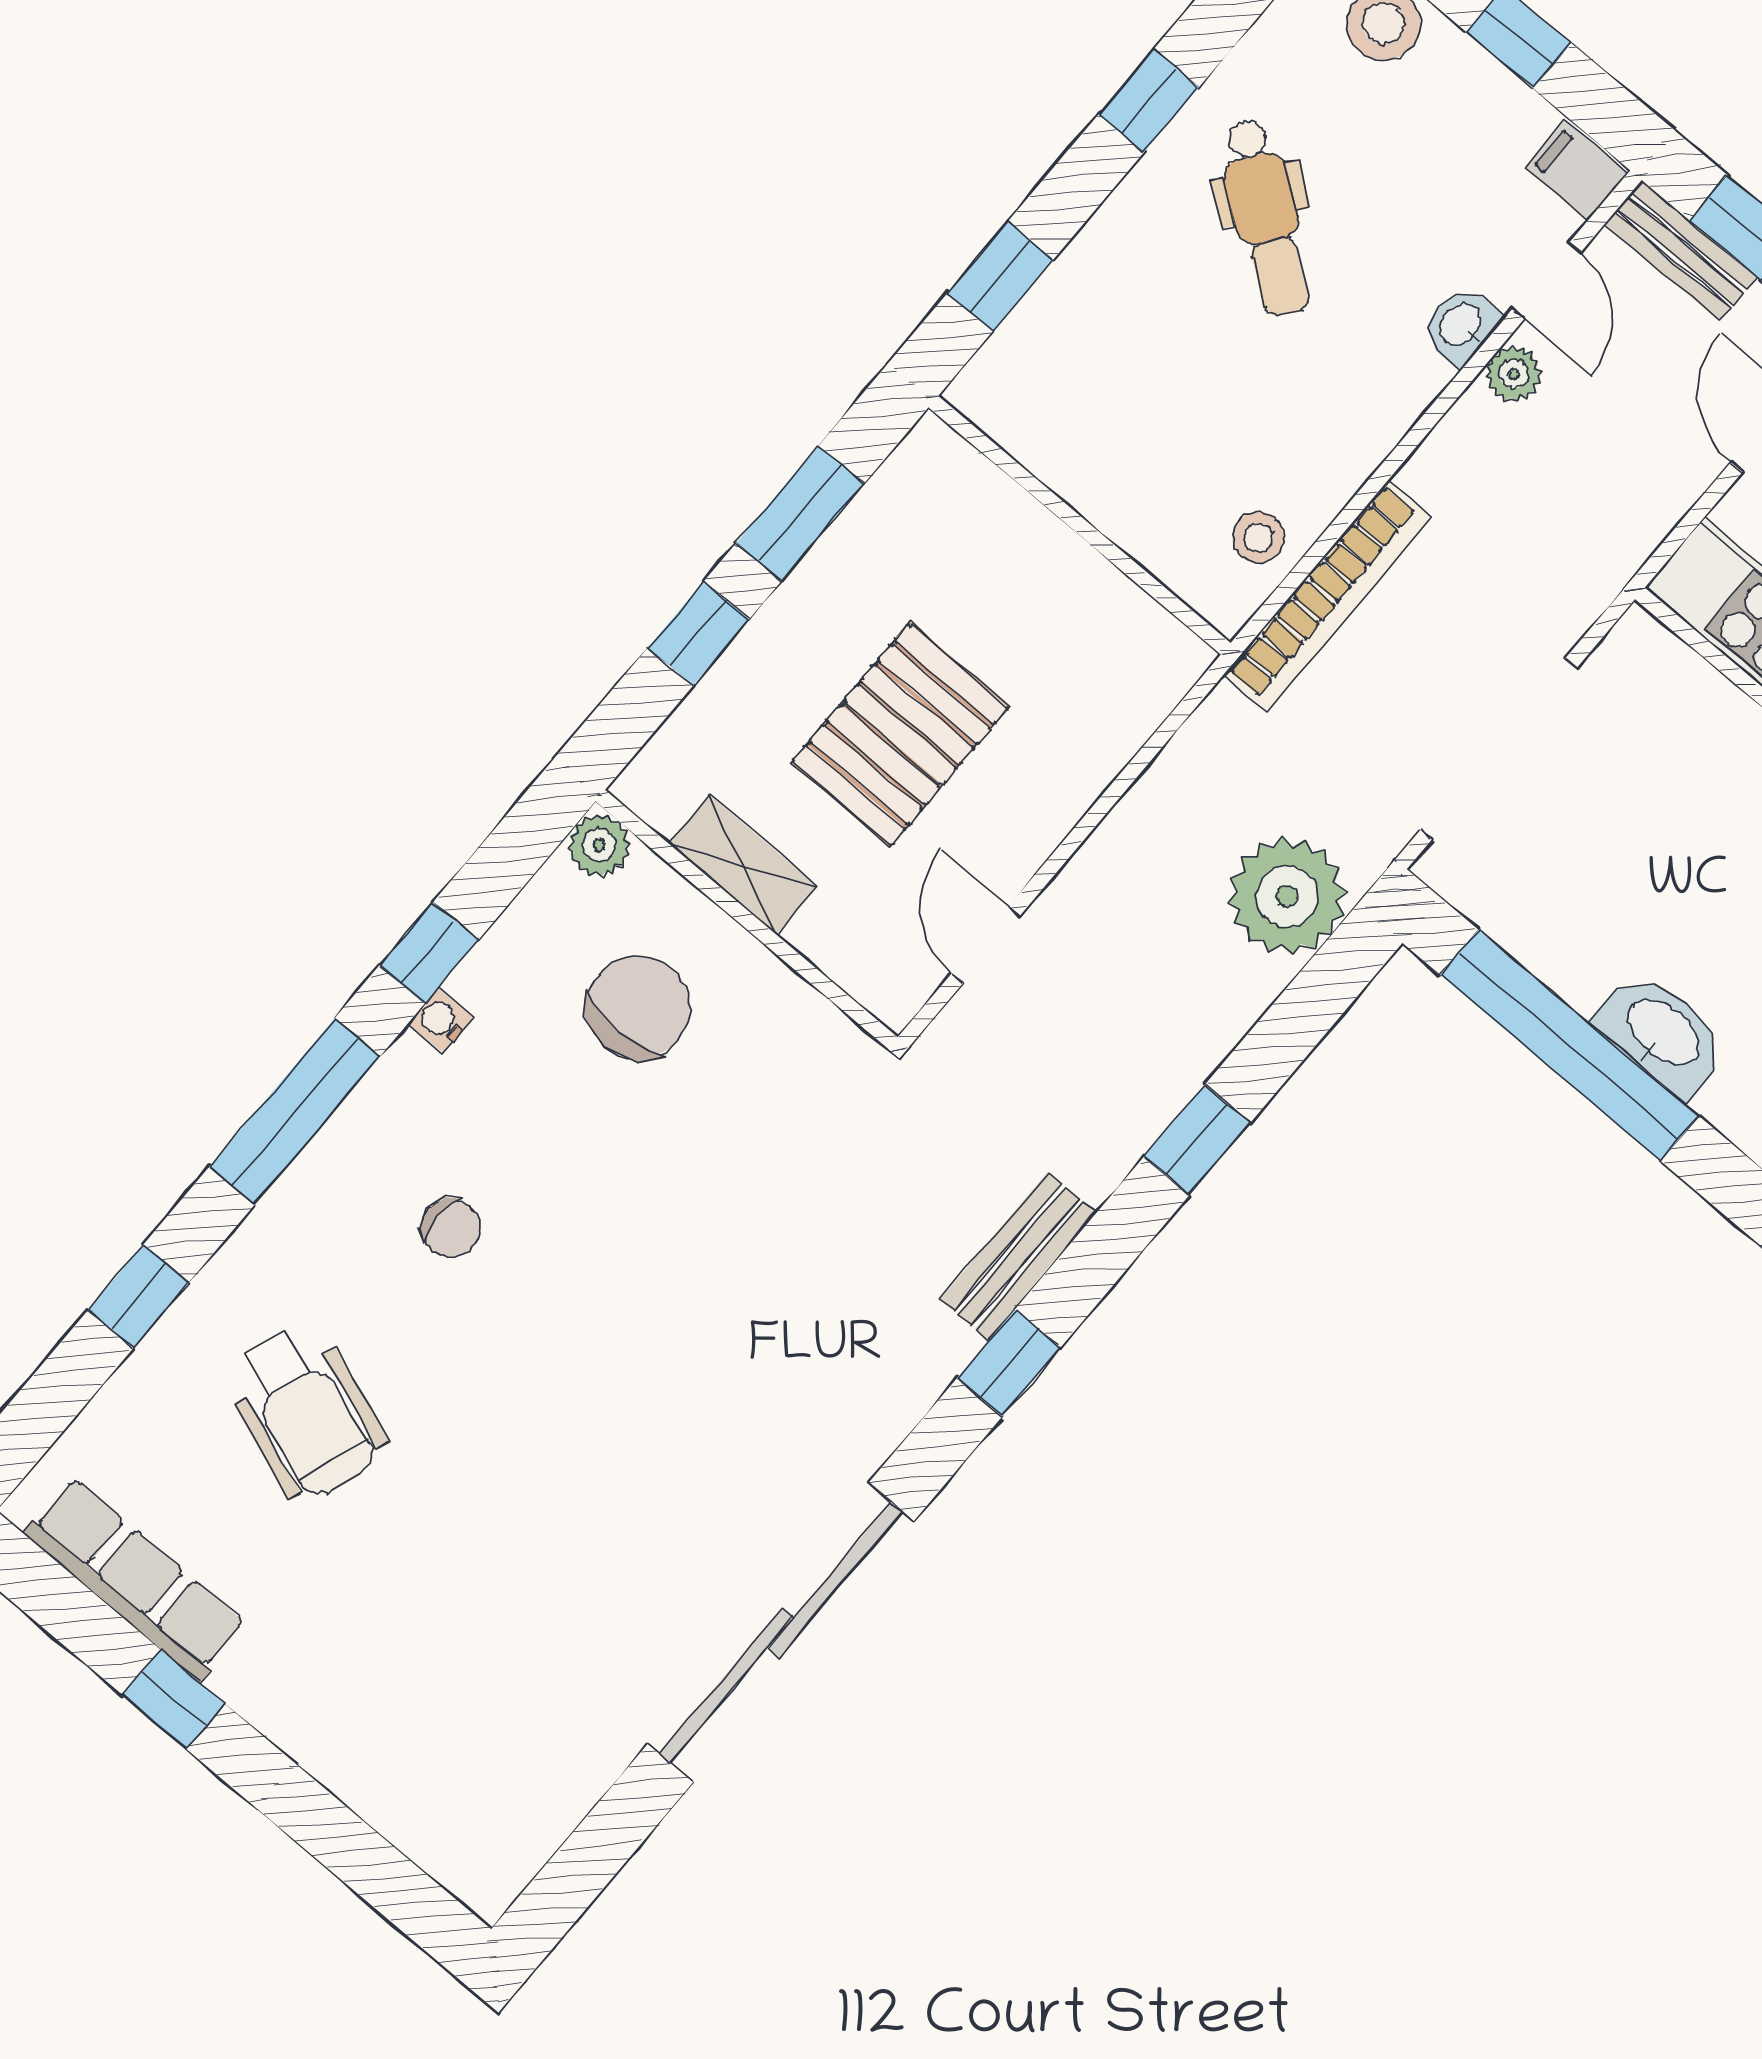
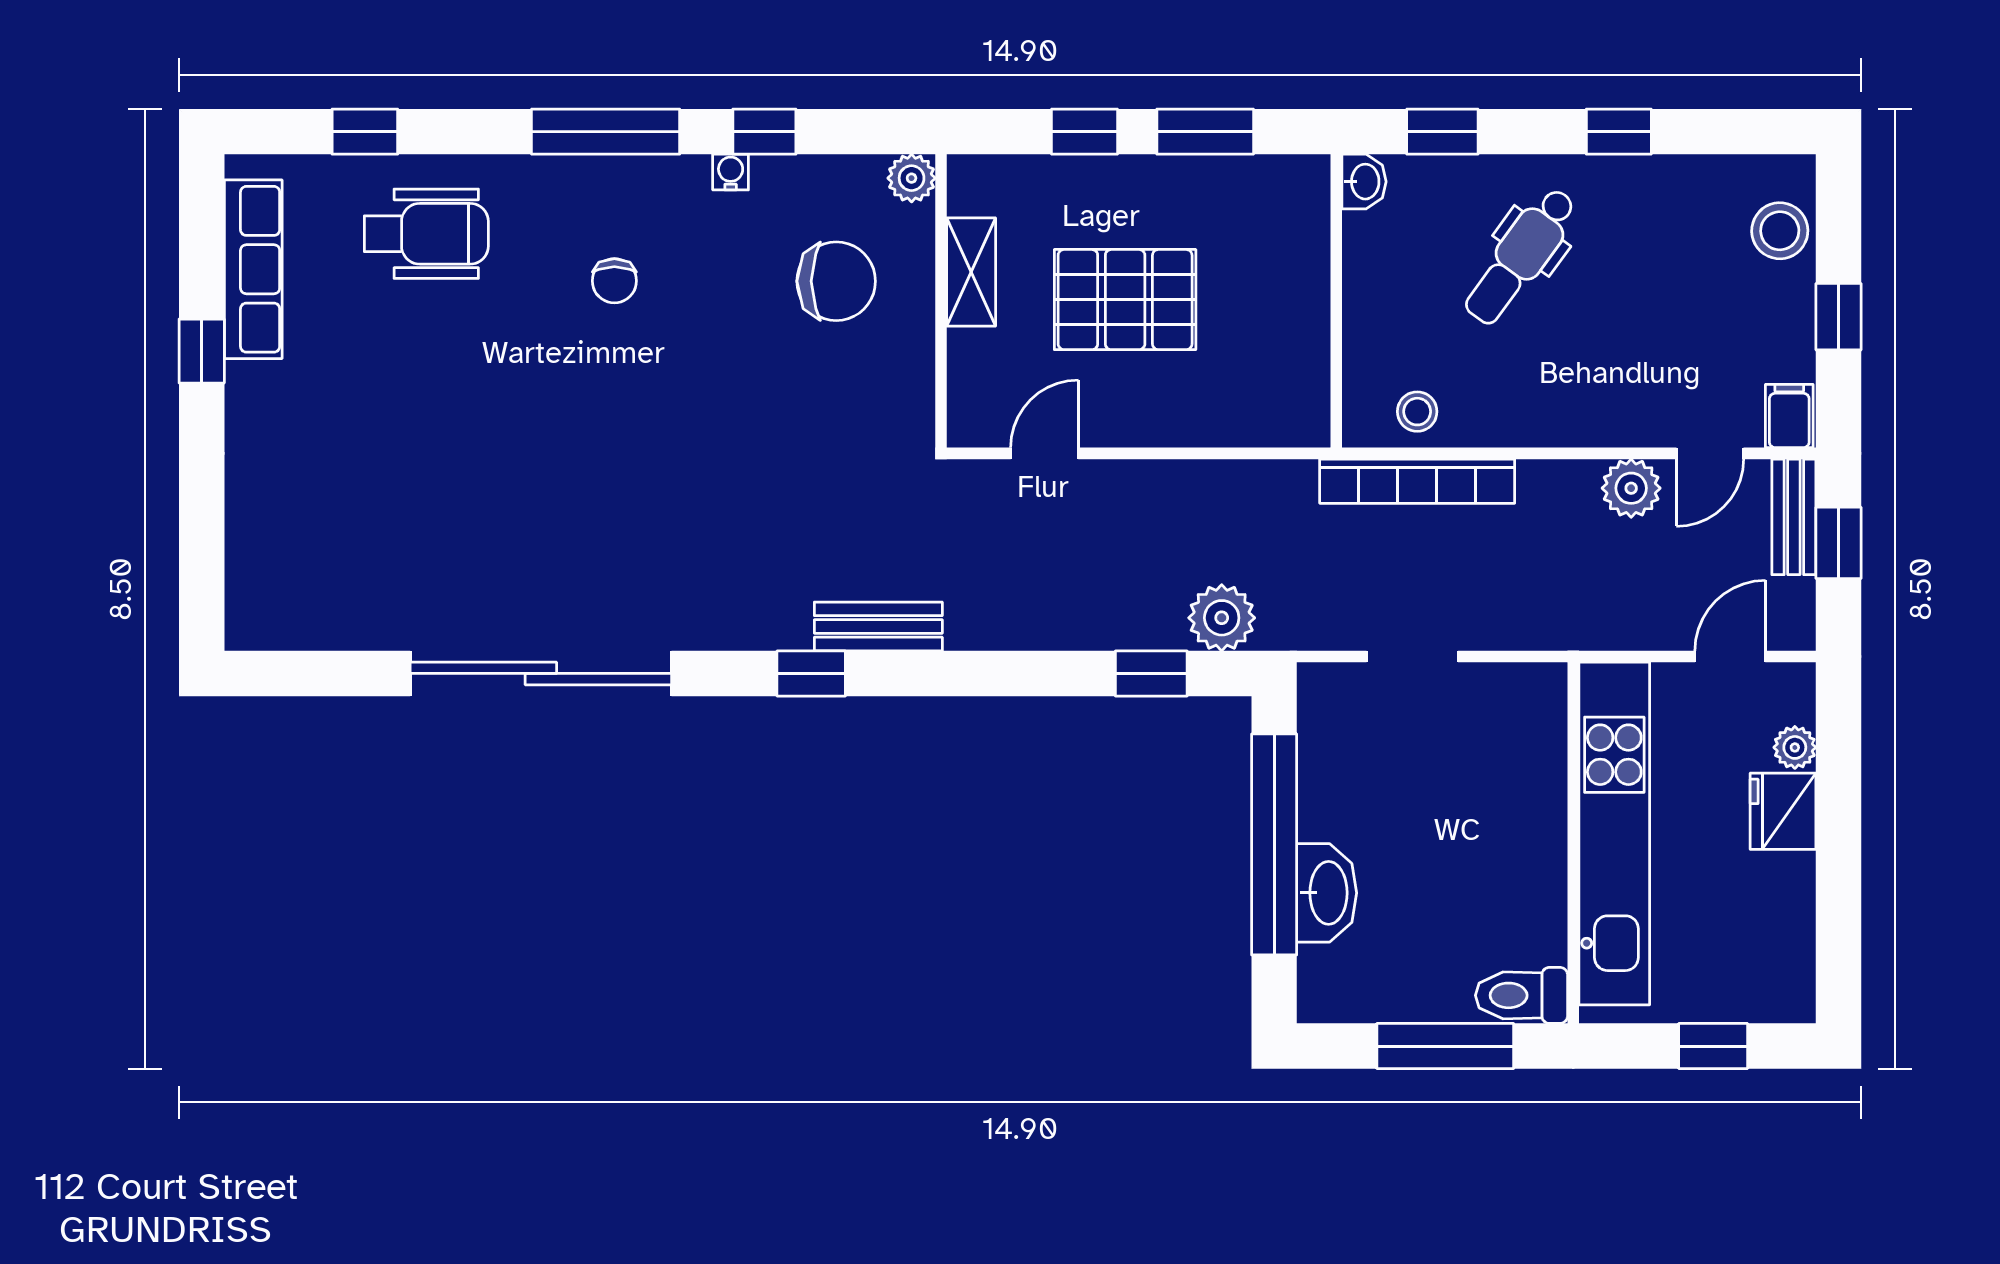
dental chair: (1266, 218) -> (1521, 256), moved
washbasin: (1461, 326) -> (1364, 182), moved, turned 90
plant: (1514, 374) -> (1631, 488), width x1.38, depth x1.38
doorway: (1498, 749) -> (1412, 657), width x0.53
plant: (1287, 896) -> (1222, 618), width x0.73, depth x0.73
window: (1197, 1140) -> (1151, 673), moved
window: (139, 1296) -> (365, 132), moved
wheelchair: (305, 1412) -> (426, 234), moved, turned -110

